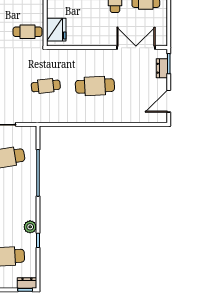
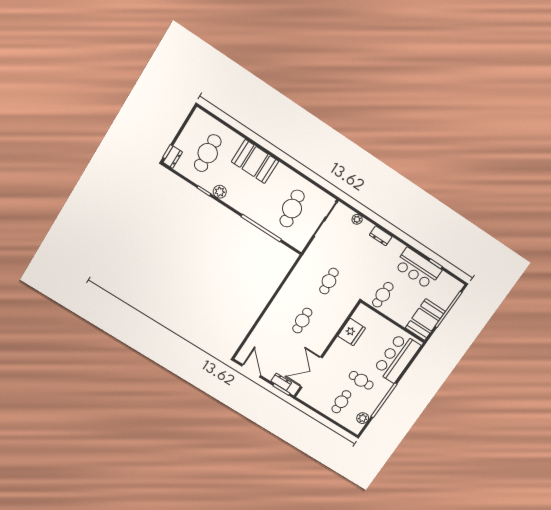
fridge: (56, 30) -> (352, 332), moved, turned -90
double door: (136, 48) -> (311, 372), swing flipped
cafe table: (95, 86) -> (302, 321), width x0.73, depth x0.74

